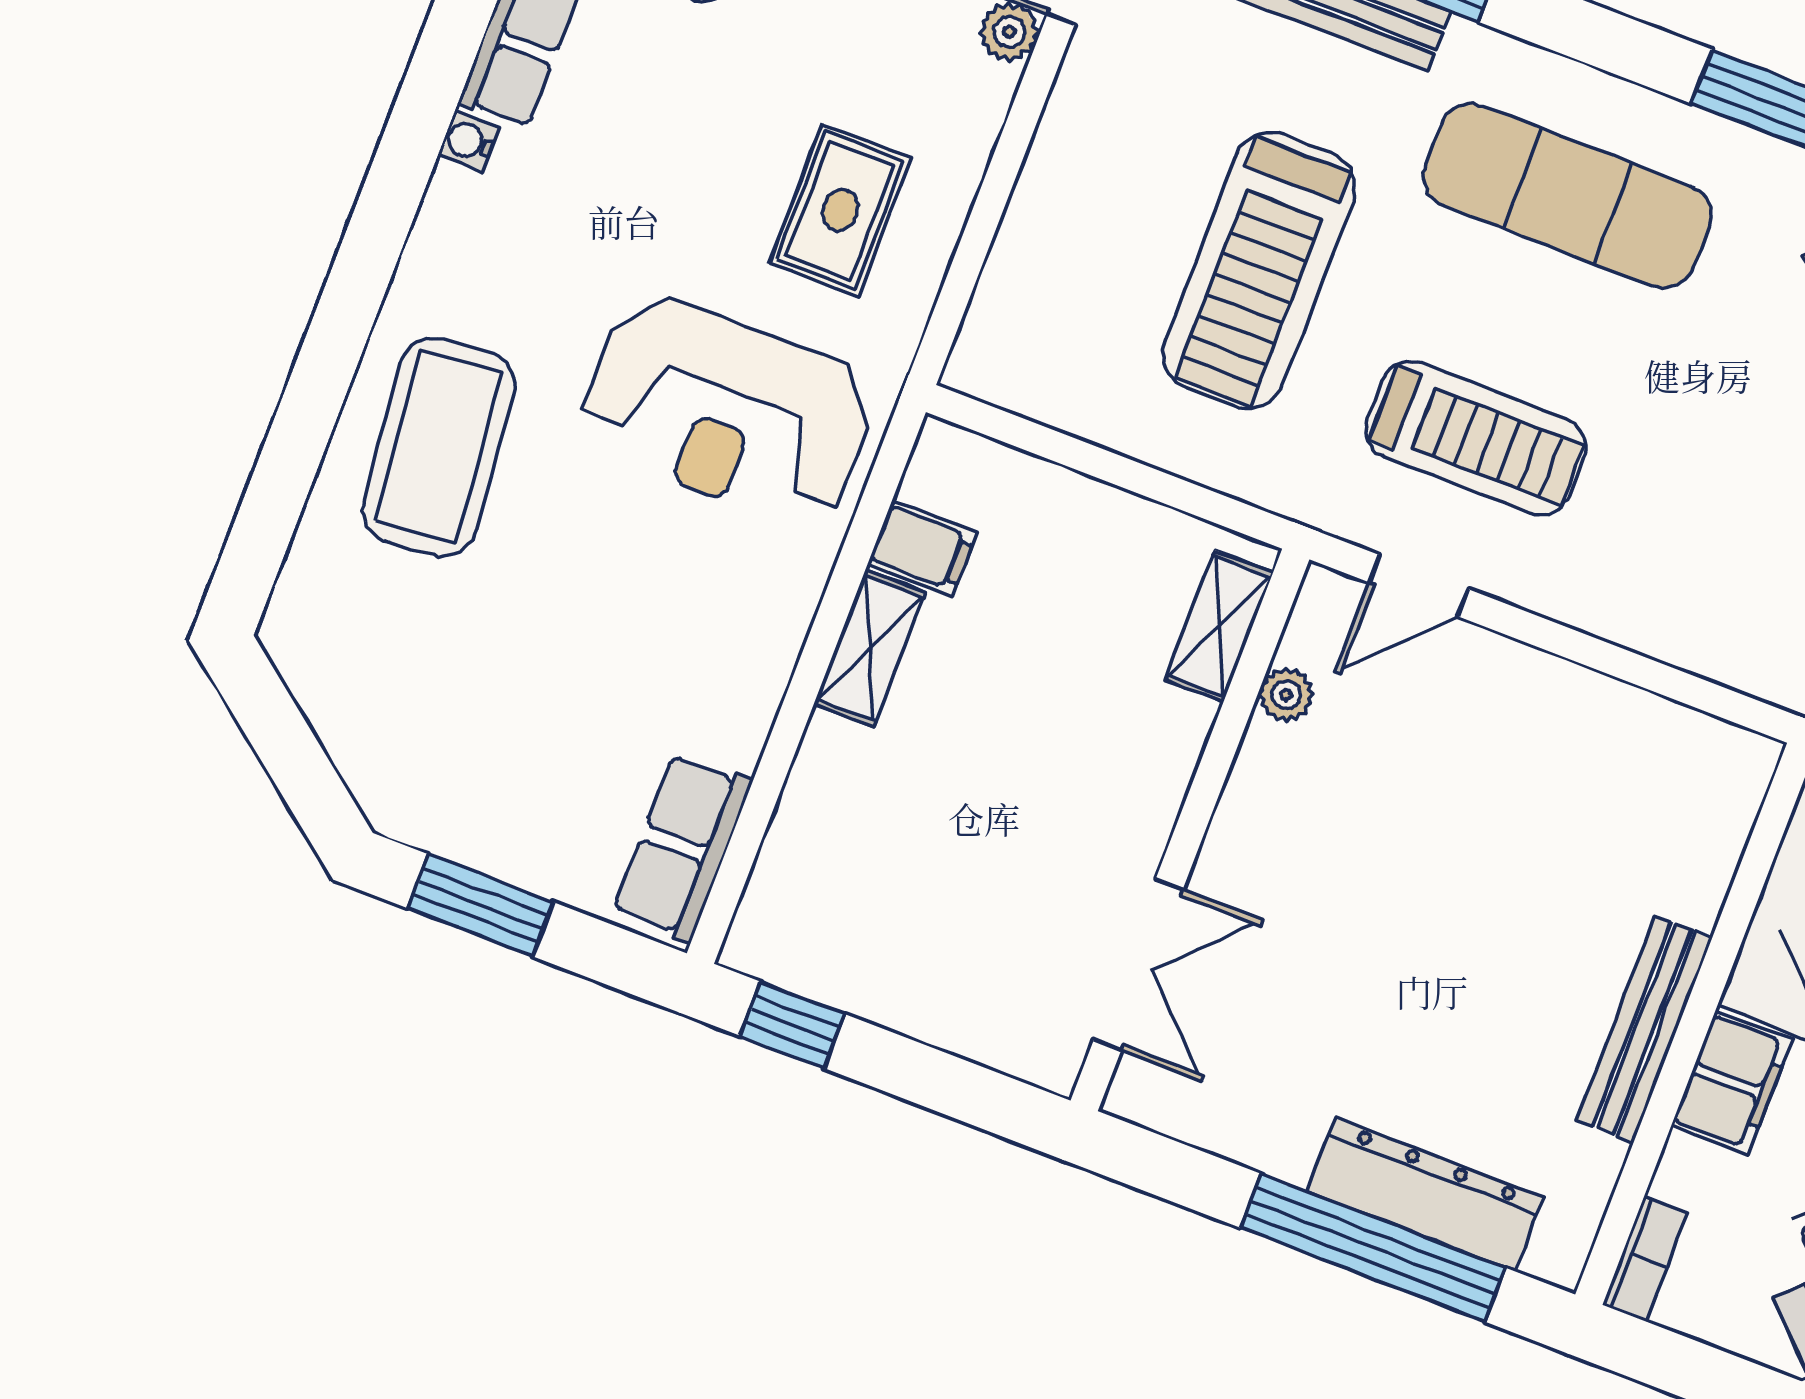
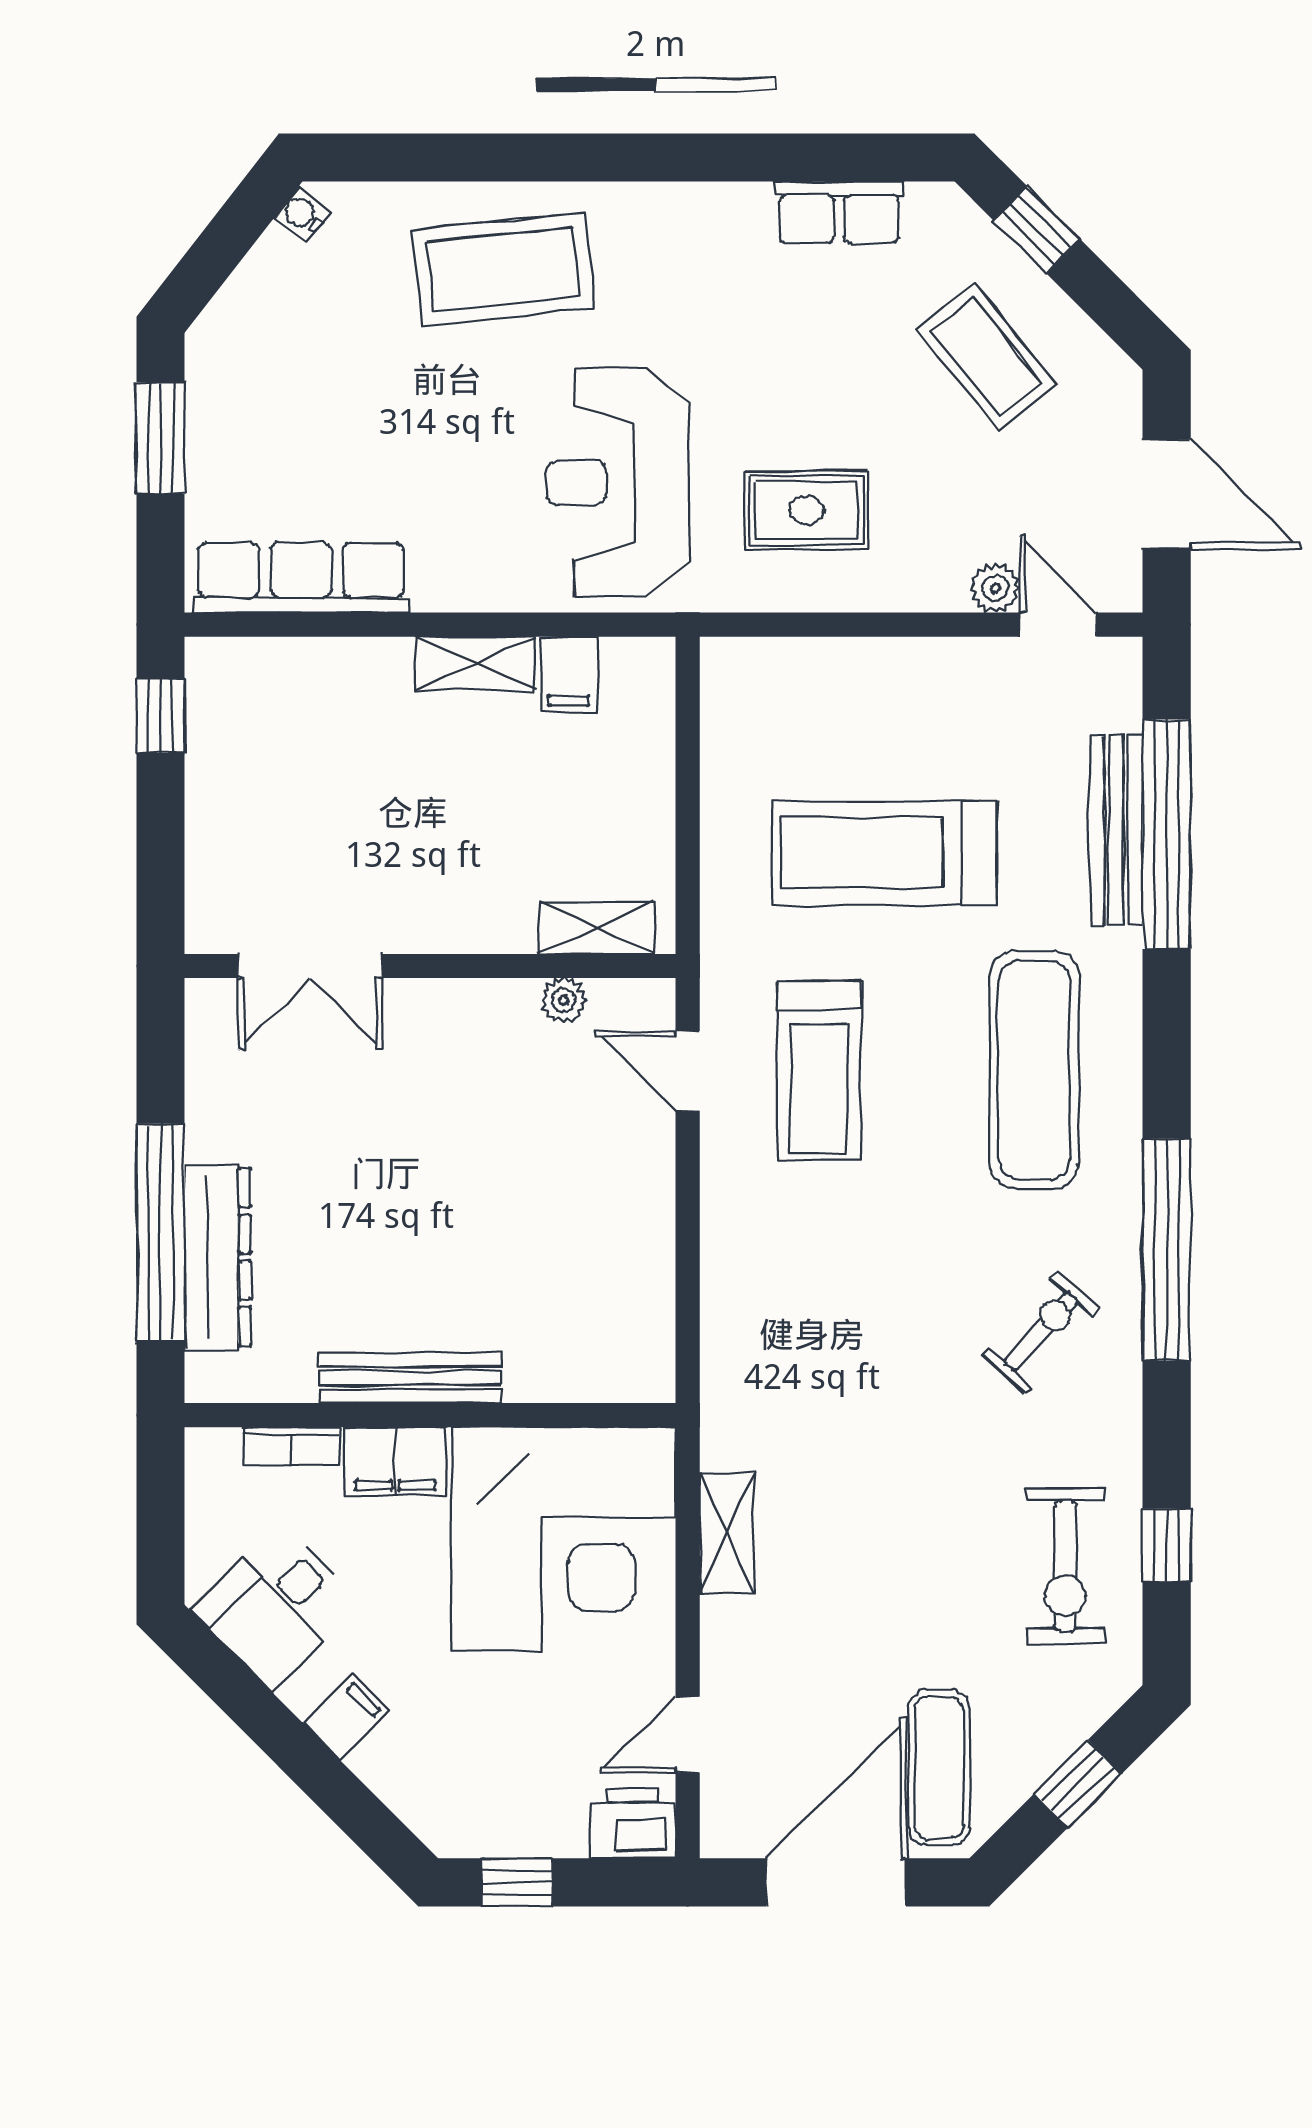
water cooler: (469, 141) -> (302, 214), moved, turned -52
row of seats: (683, 847) -> (301, 578), width x1.48
bookcase: (1645, 1259) -> (291, 1447), moved

